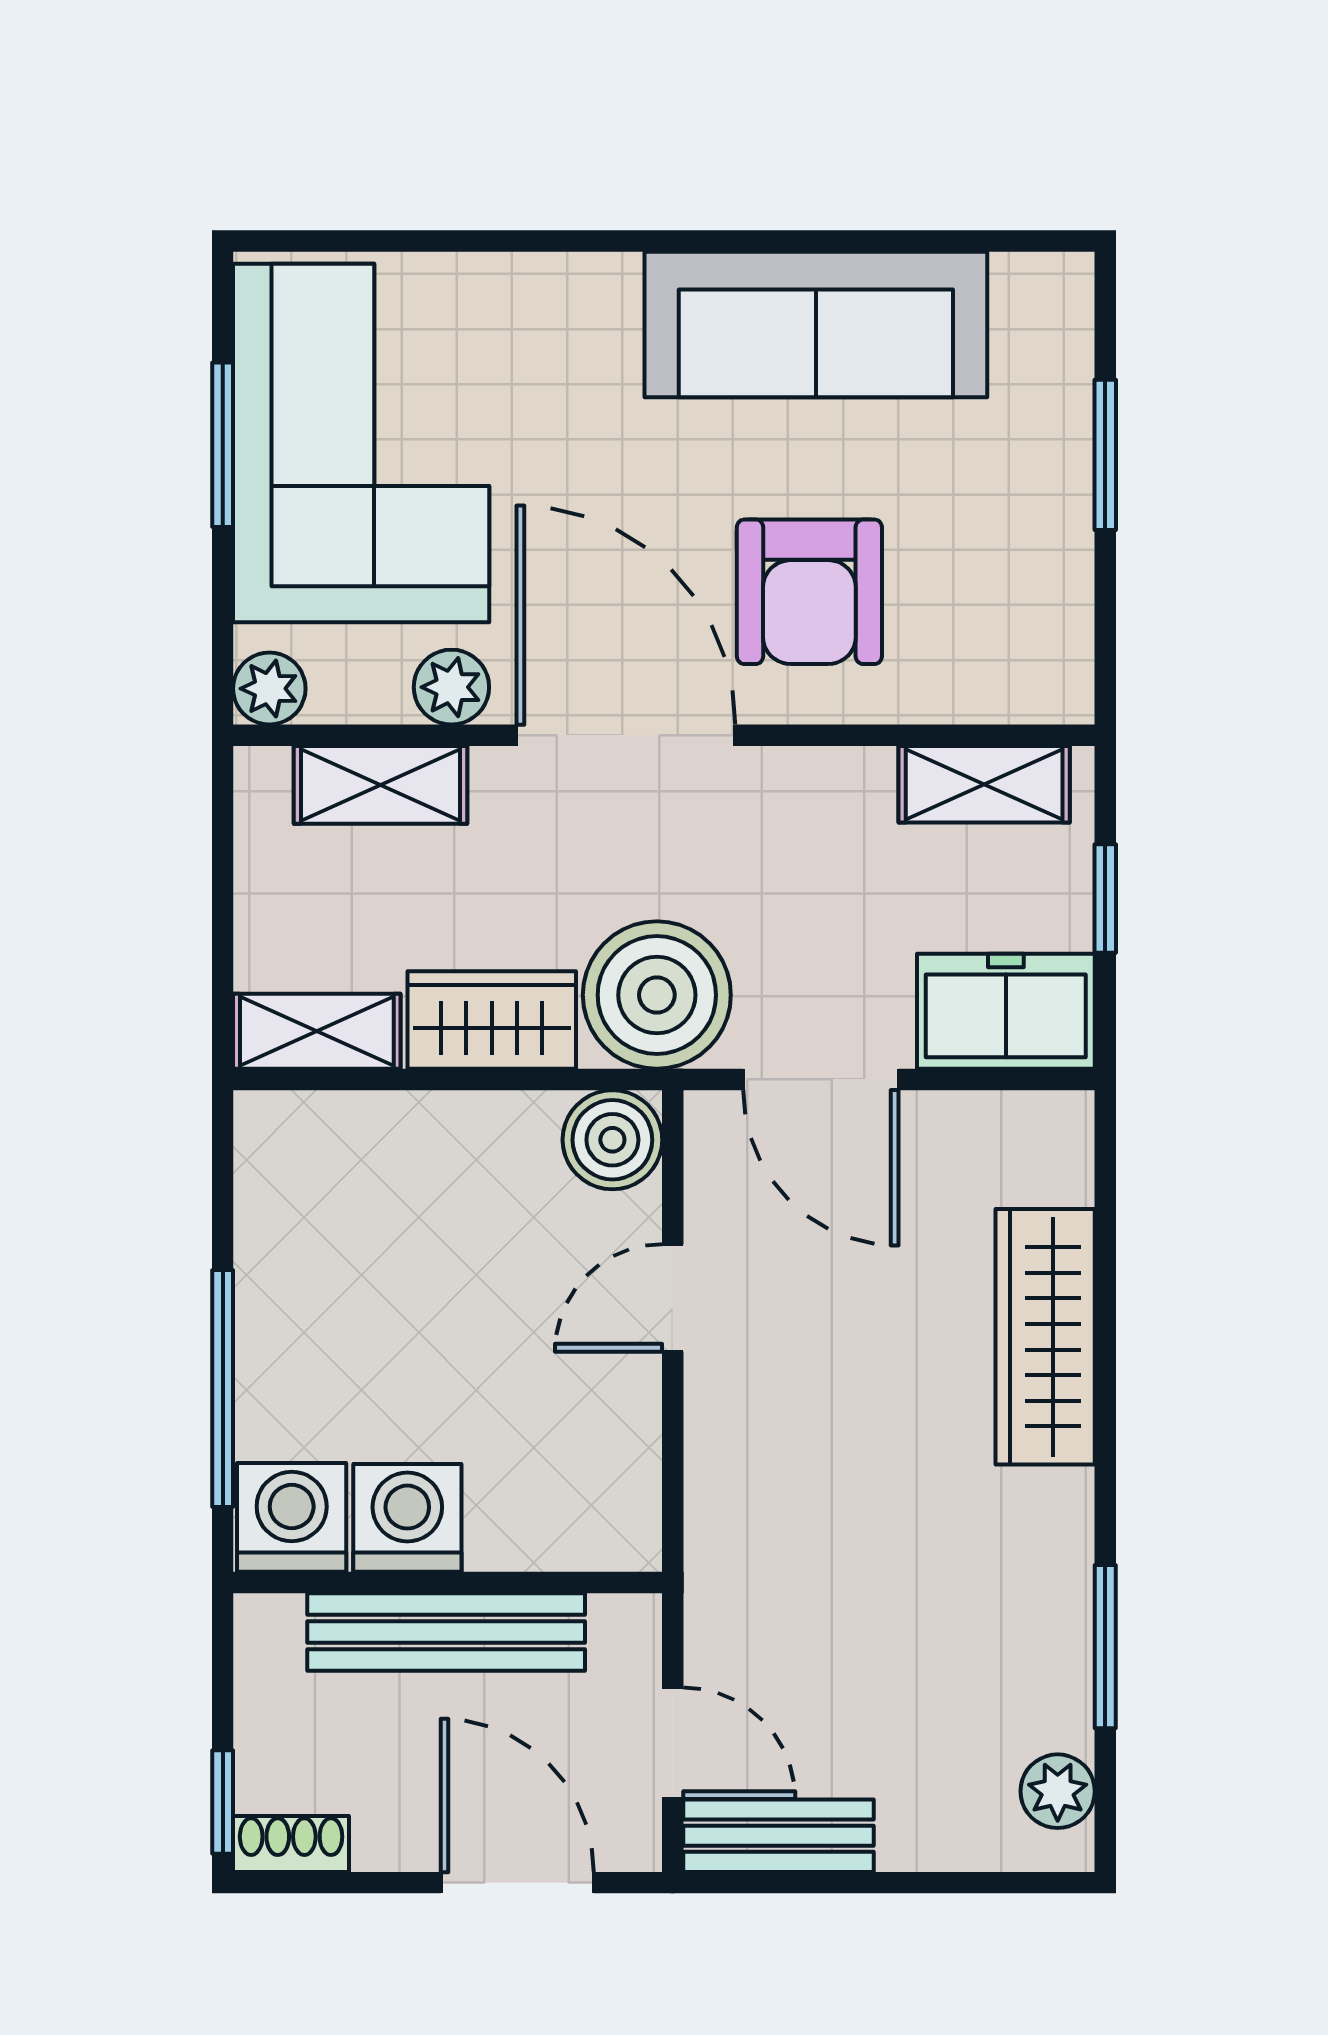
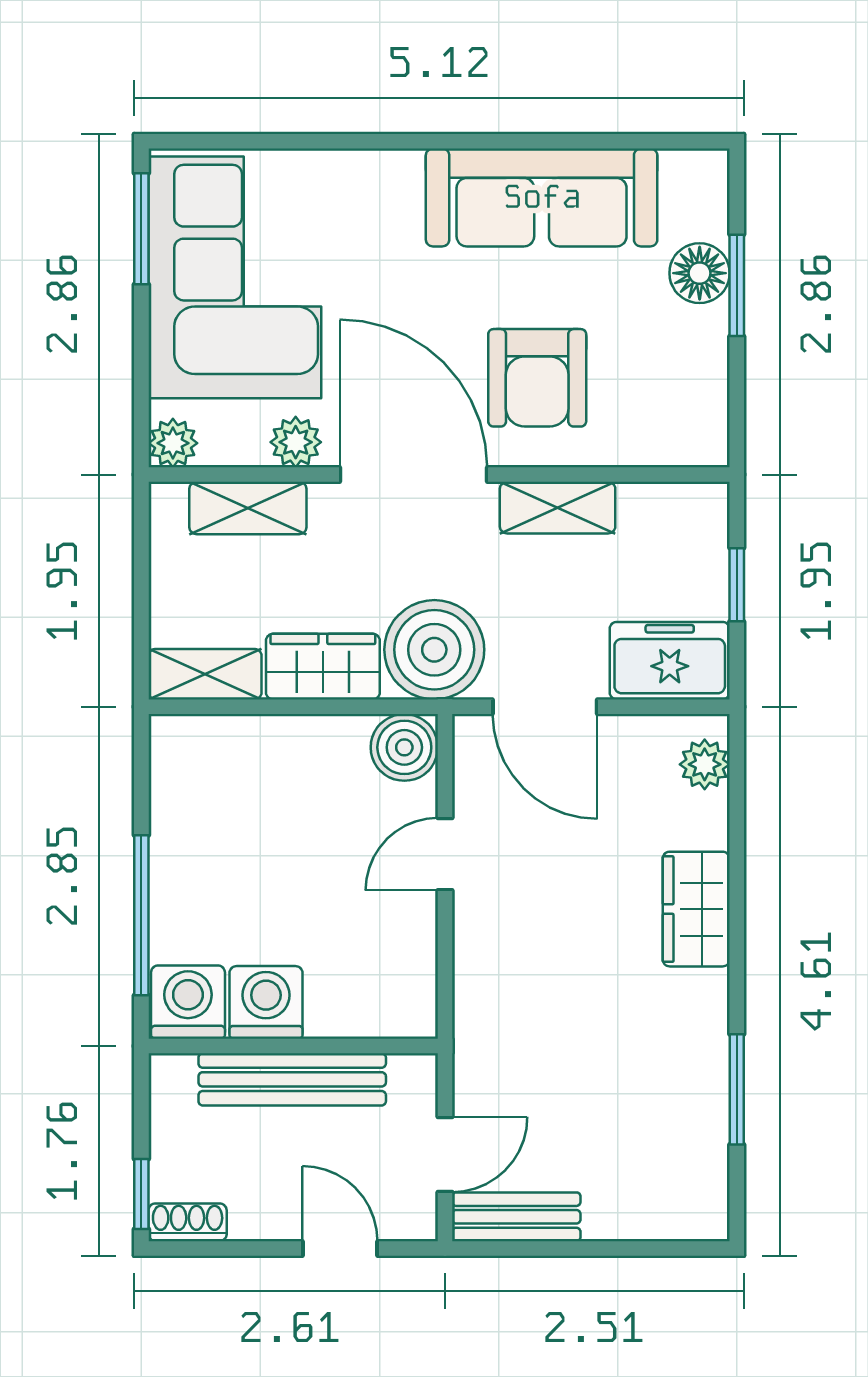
floor lamp: (1050, 437) -> (700, 273), added
window: (223, 445) -> (141, 229), moved
shelving: (984, 784) -> (558, 508), moved
wardrobe: (1045, 1337) -> (696, 909), width x0.67
door: (673, 1743) -> (445, 1154), hinge flipped
plant: (1058, 1791) -> (705, 764), moved
door: (517, 1883) -> (340, 1248), width x0.73

